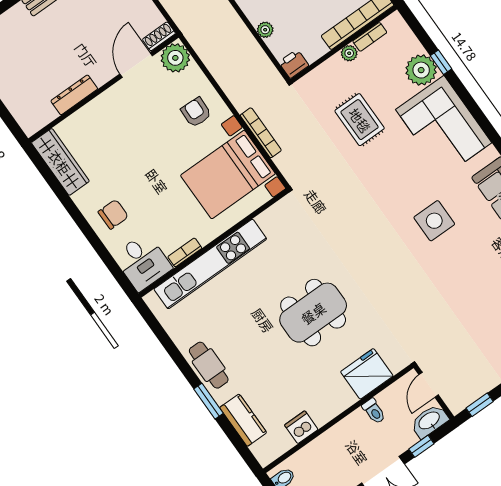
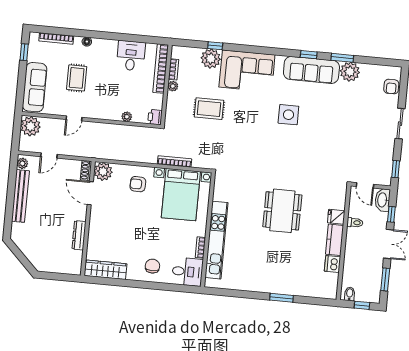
cafe table: (209, 365) -> (264, 283), removed
fridge: (367, 374) -> (336, 217), width x0.53, depth x0.75
kitchen counter: (243, 420) -> (335, 240), moved, turned -90

